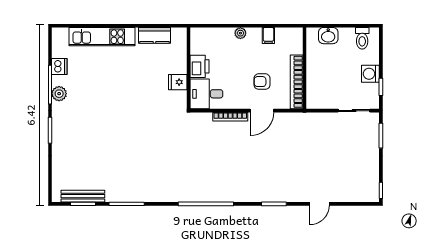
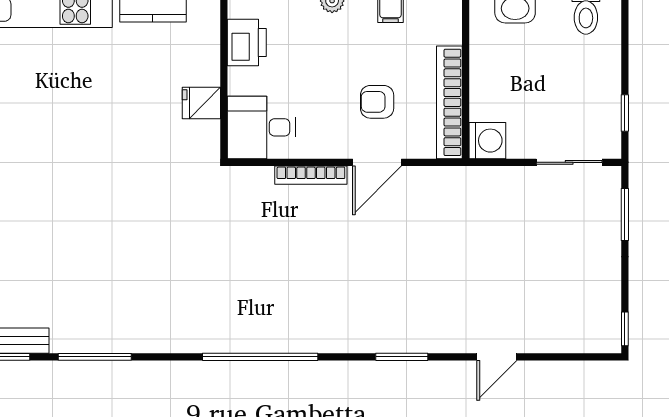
printer: (200, 66) -> (247, 42), moved
washing machine: (370, 74) -> (487, 141), moved, turned 180

